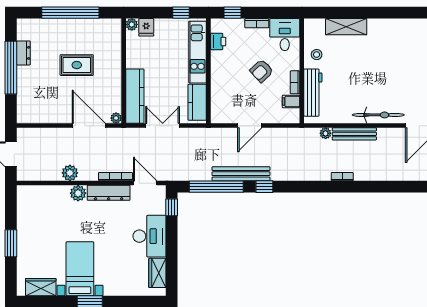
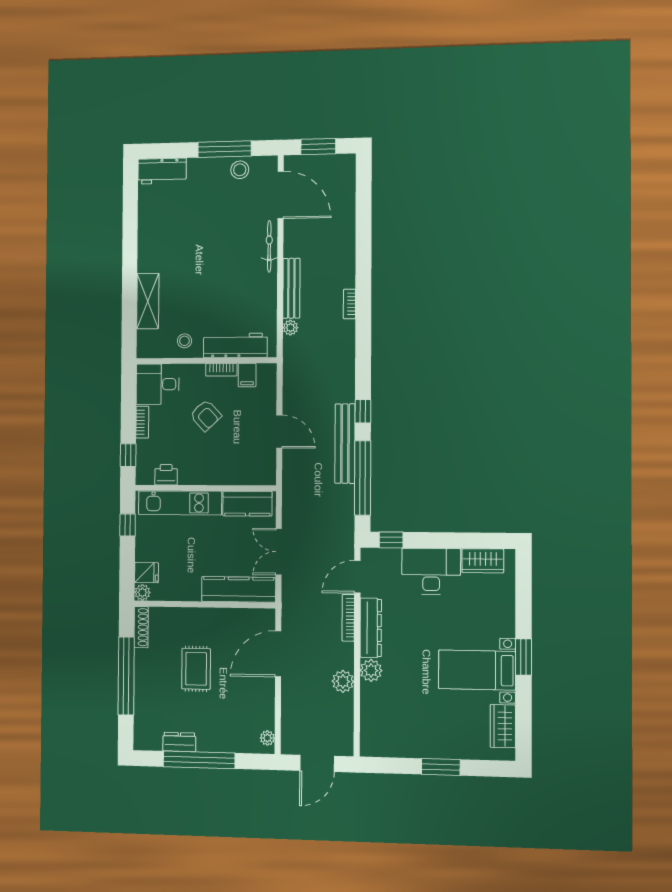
shoe rack: (106, 24) -> (141, 627), added
bicycle: (378, 115) -> (269, 246), width x0.73, depth x0.71
plant: (116, 118) -> (267, 738), moved

